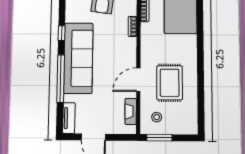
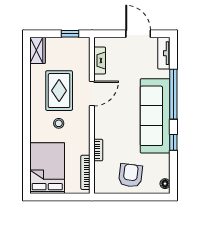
stool: (157, 117) -> (59, 123), moved
wardrobe: (190, 122) -> (38, 50), added
window: (159, 138) -> (70, 34), width x0.67

